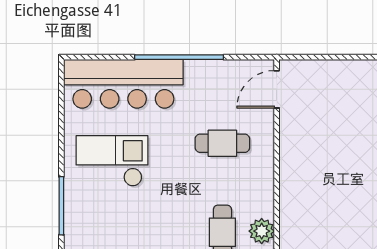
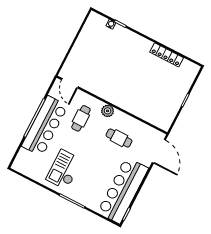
bar counter: (123, 84) -> (45, 126), moved
plant: (262, 231) -> (108, 111), moved

